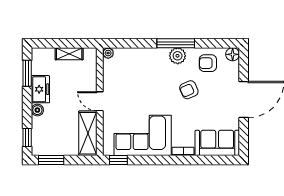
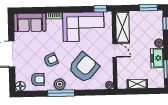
armchair: (143, 78) -> (84, 68), added

